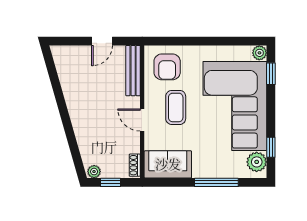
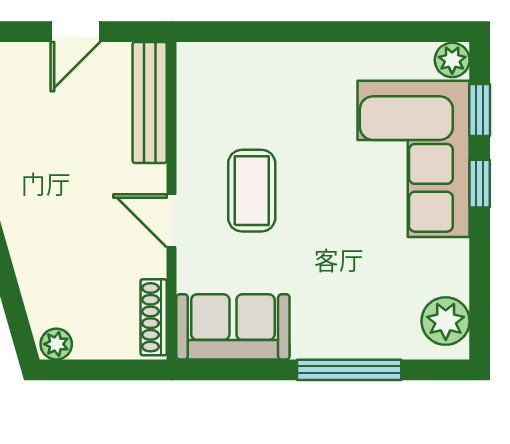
armchair: (167, 67) -> (231, 93), removed
corner sofa: (235, 106) -> (414, 159), width x0.73, depth x0.74
window: (271, 147) -> (480, 184), moved
shoe rack: (135, 165) -> (154, 317), width x1.43
window: (110, 182) -> (96, 370), removed

